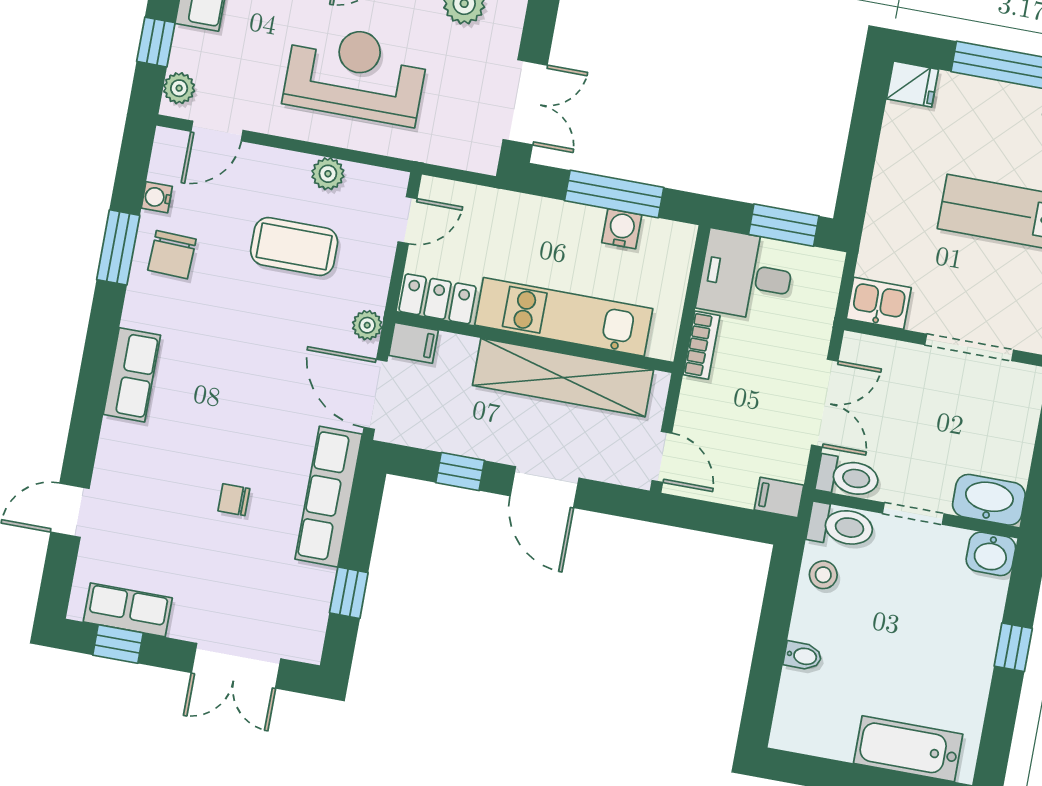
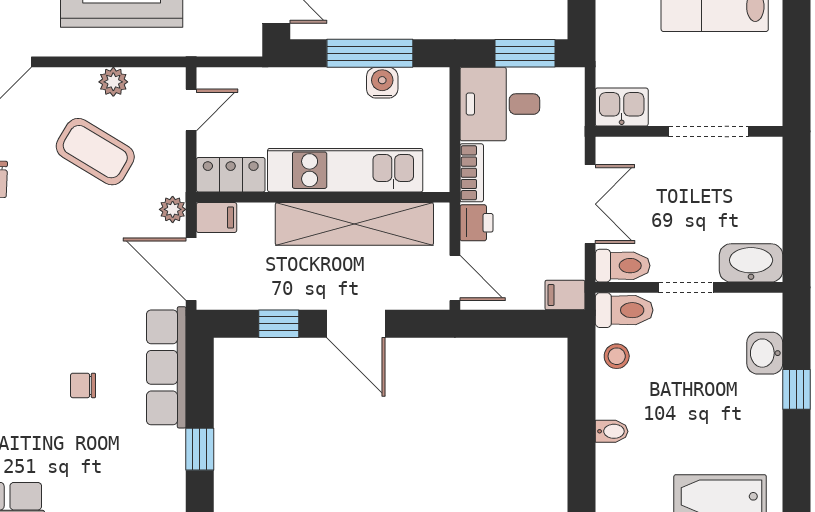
coffee table: (294, 246) -> (95, 152), turned 31
printer: (697, 401) -> (476, 223), added
washbasin: (991, 554) -> (765, 353), moved, turned 90

